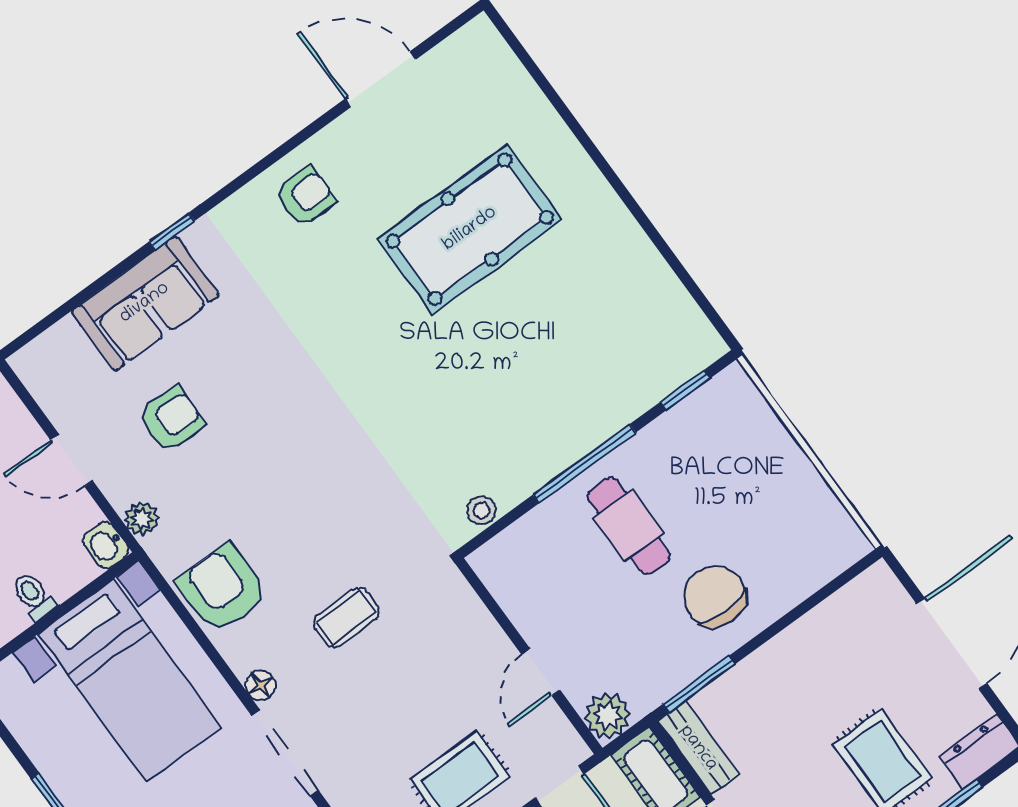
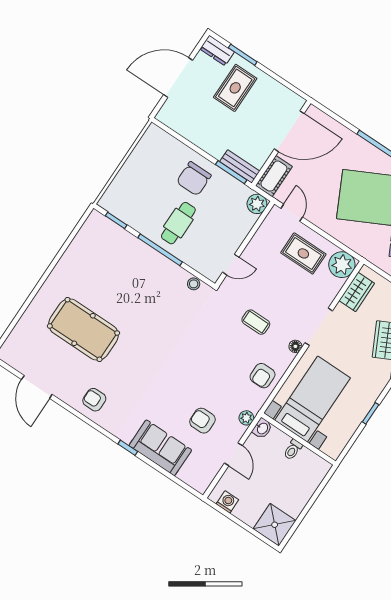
armchair: (222, 589) -> (263, 376), width x0.72, depth x0.72
door: (541, 672) -> (231, 265), moved
bench: (698, 748) -> (240, 166), moved, turned 90

